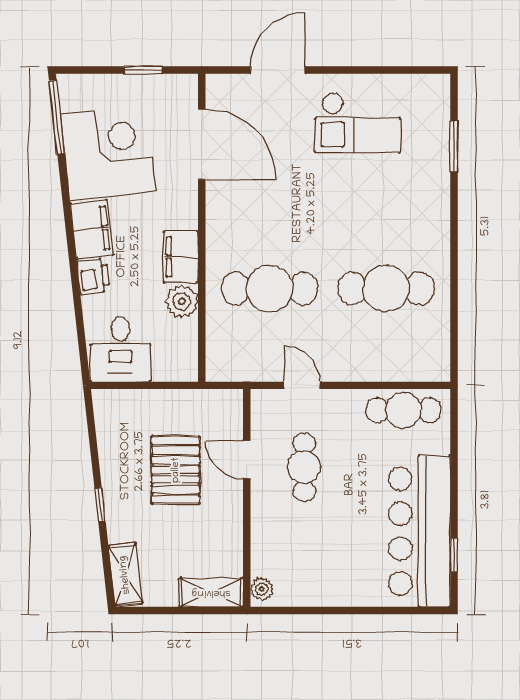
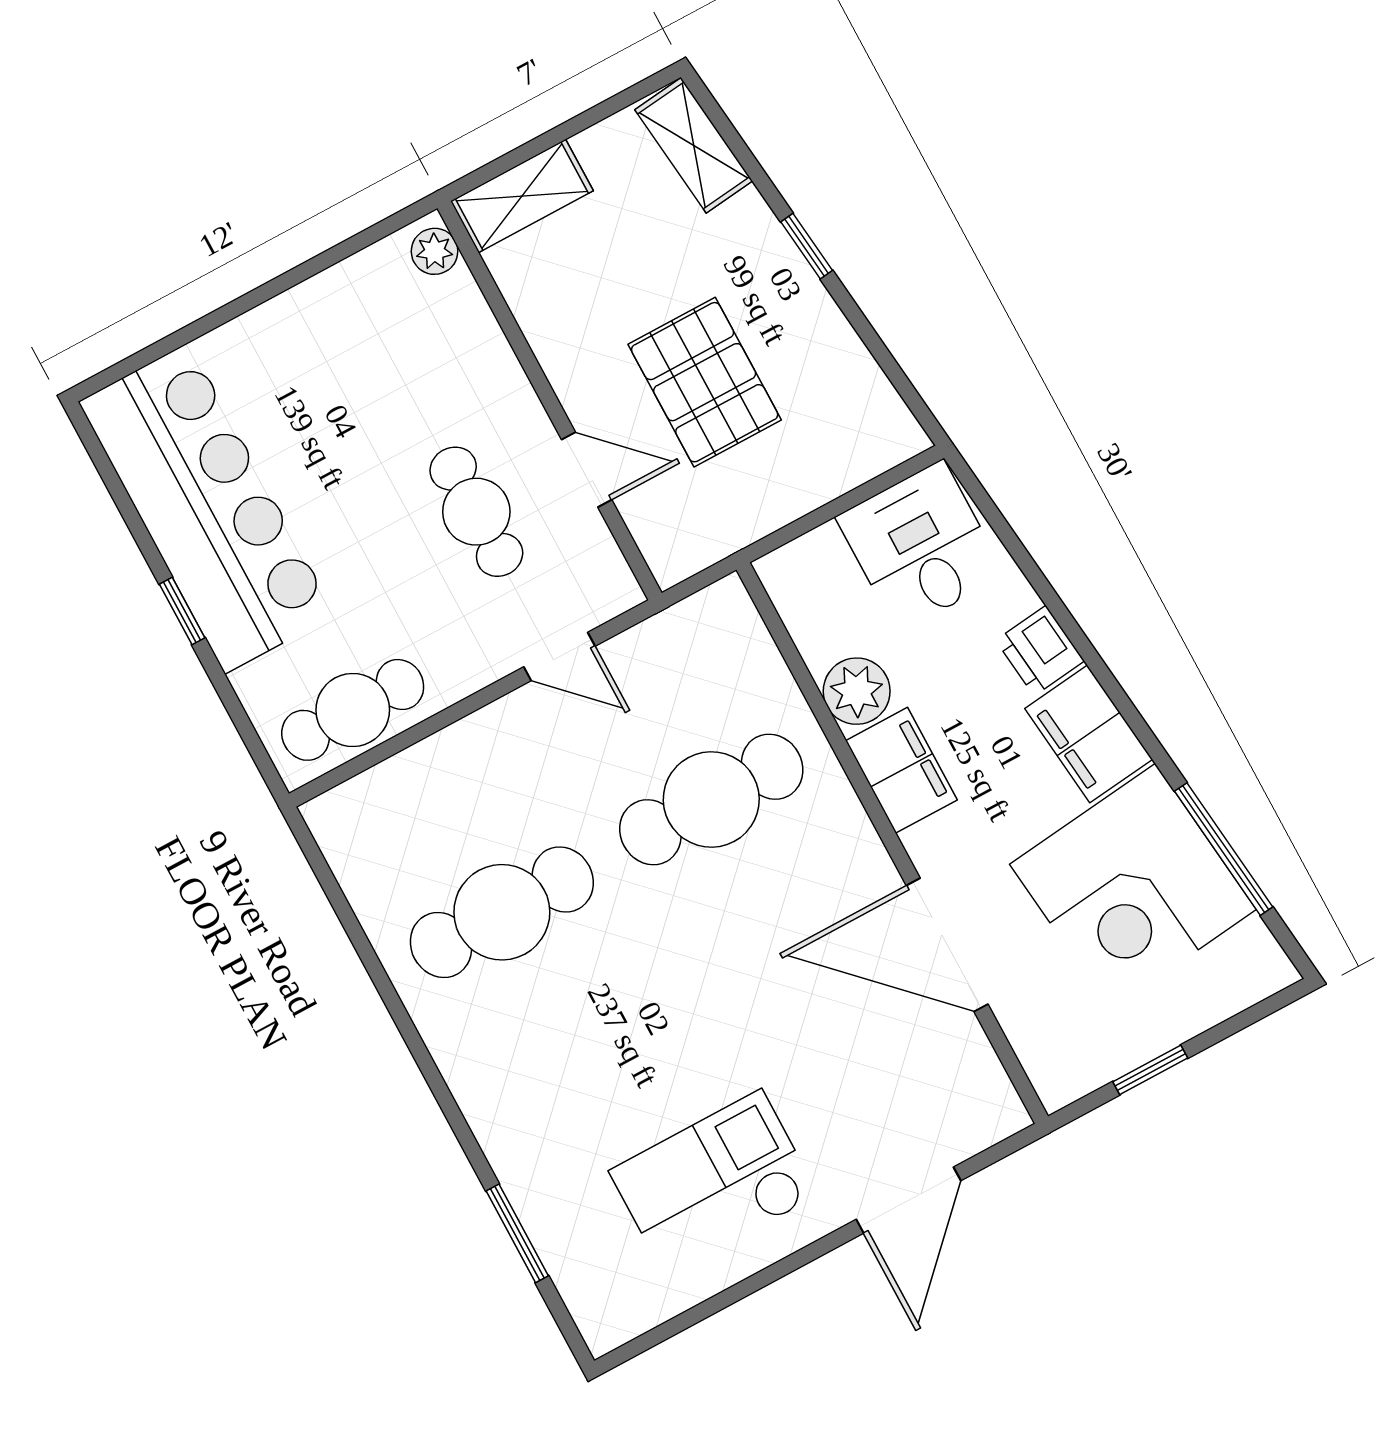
window: (57, 117) -> (1224, 849), moved
door: (202, 144) -> (947, 945), moved
window: (454, 555) -> (182, 611), moved

